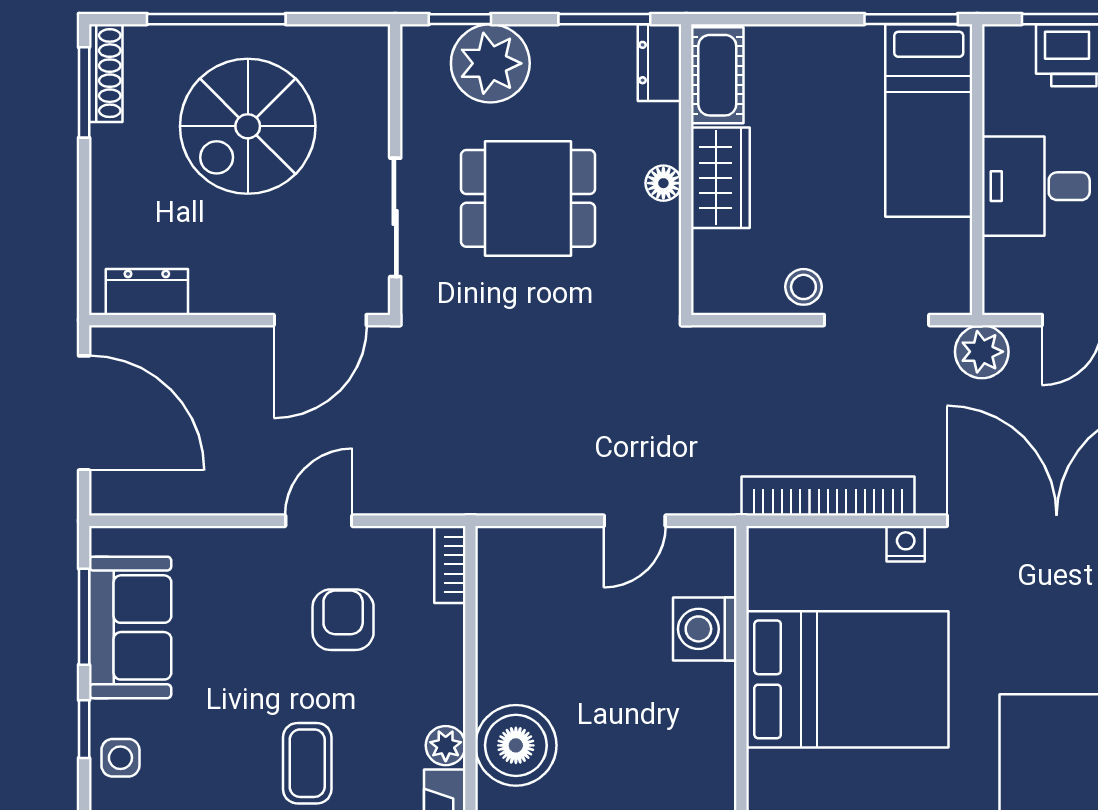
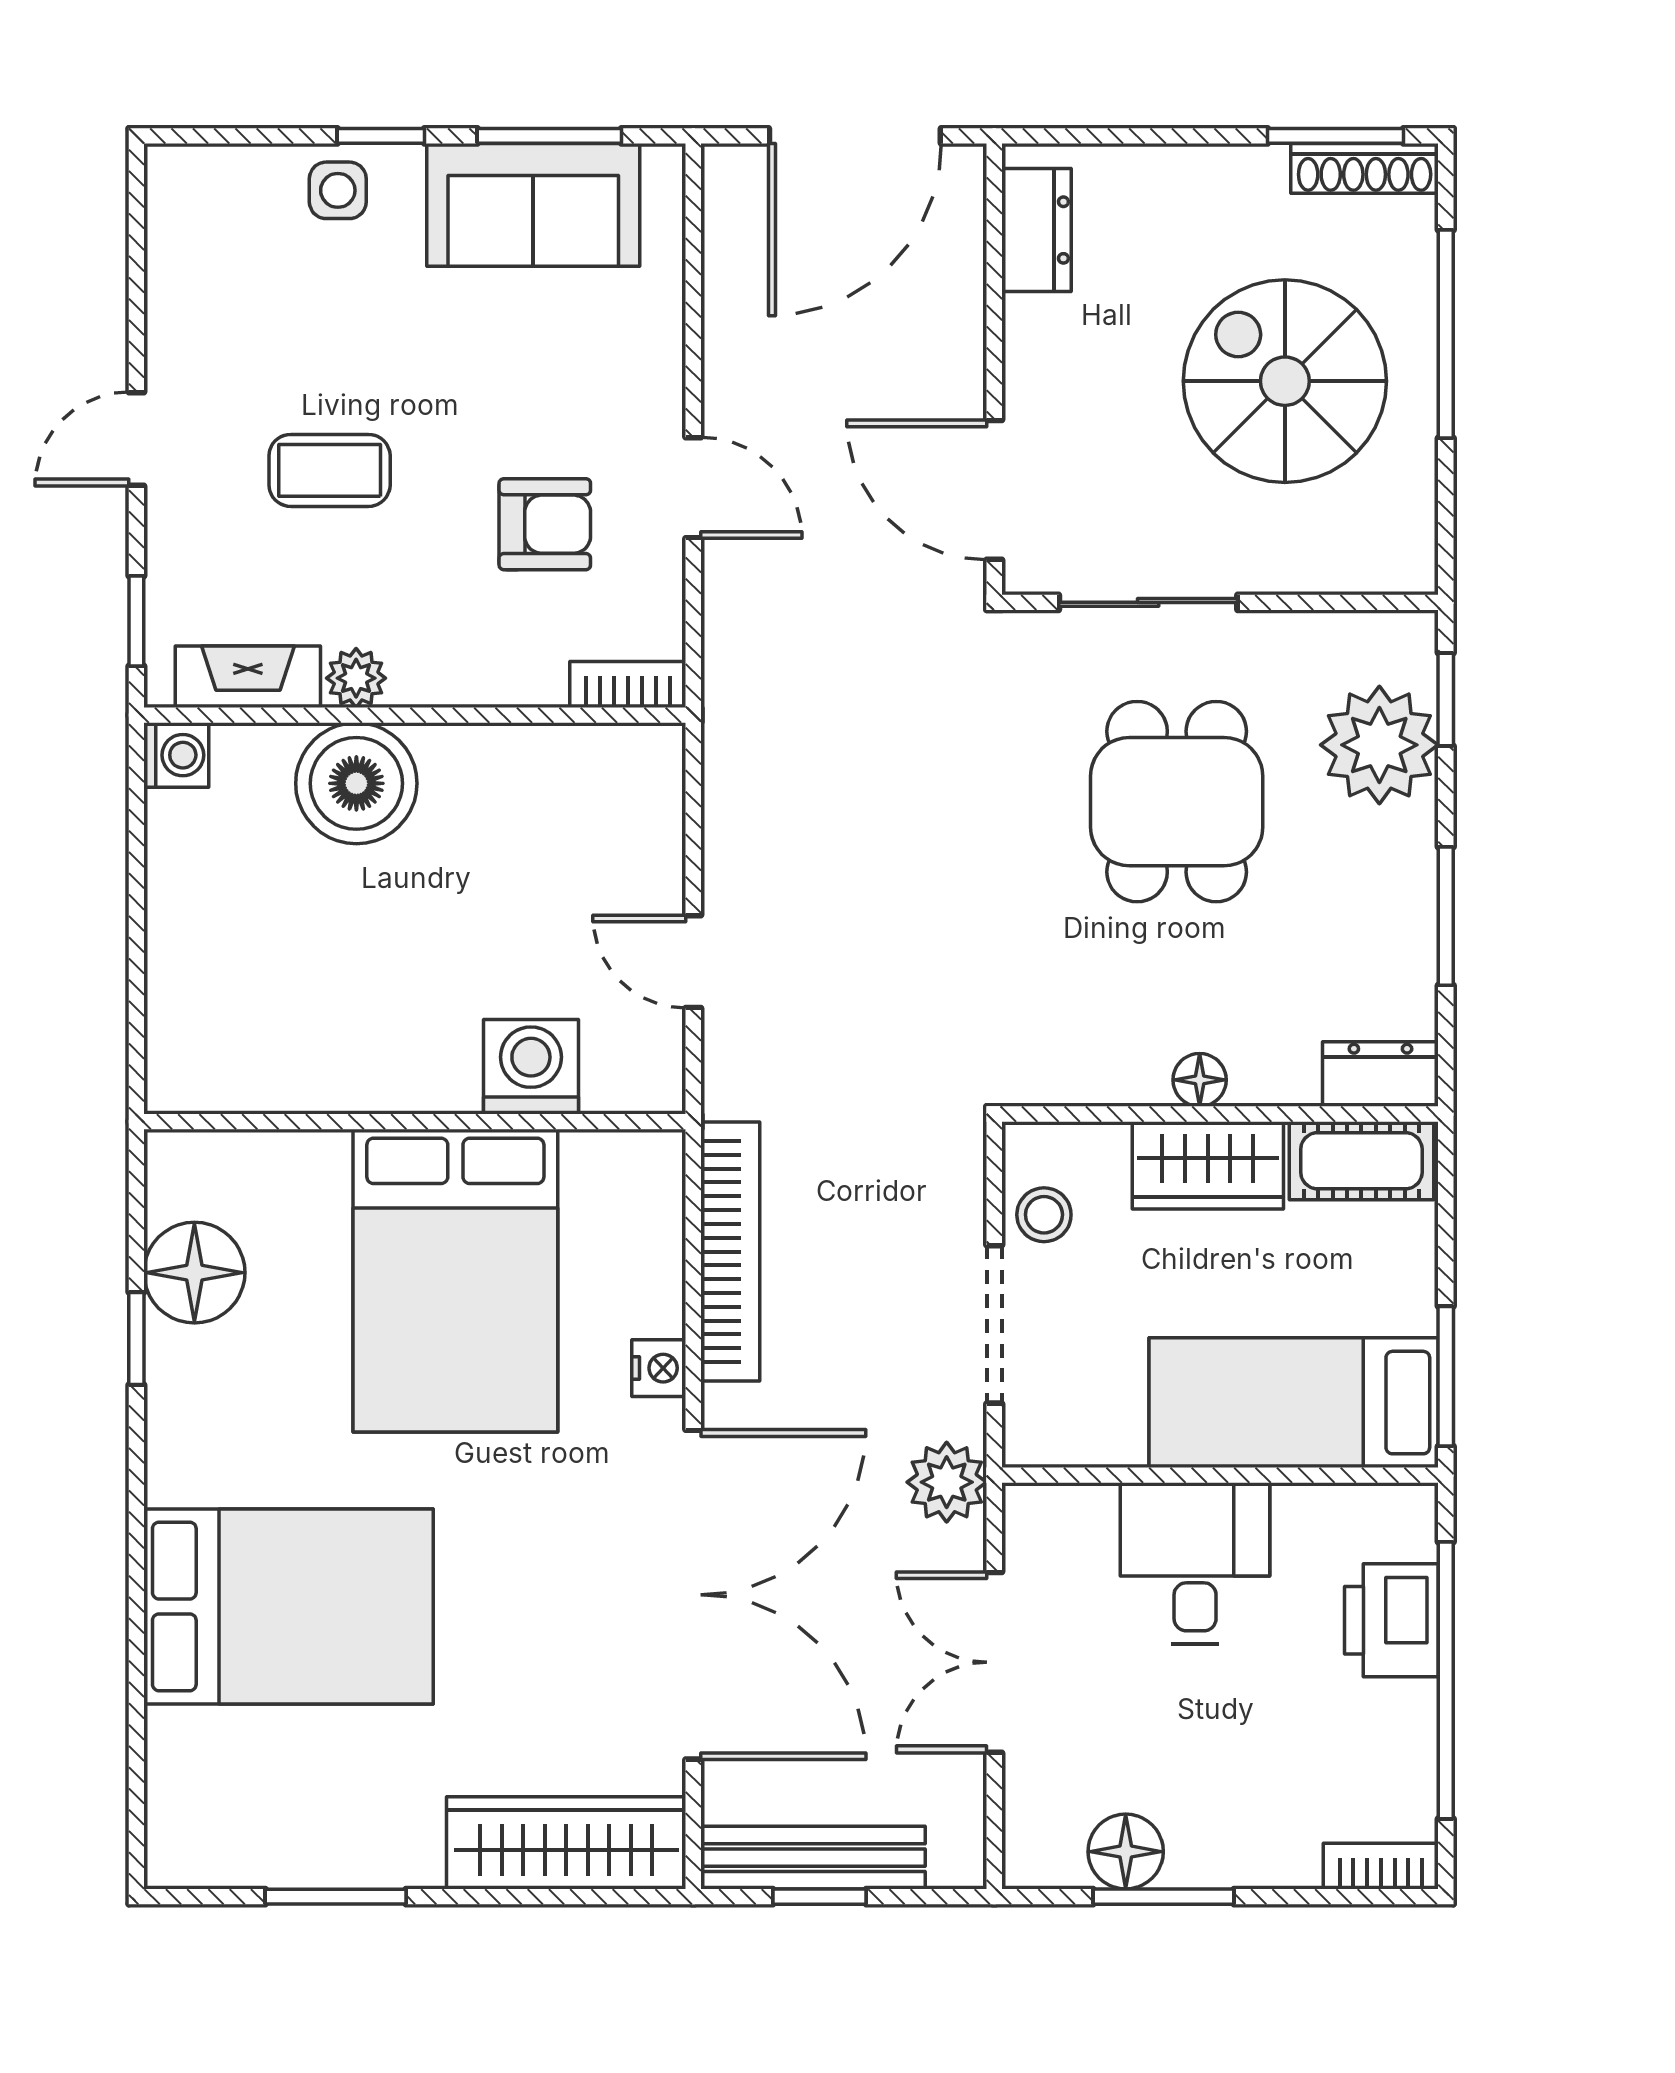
dresser: (659, 63) -> (1380, 1074), moved
cot: (717, 75) -> (1361, 1161), moved
wall: (686, 170) -> (1220, 1114), moved
wardrobe: (720, 178) -> (1208, 1165), moved
floor lamp: (663, 183) -> (1200, 1080), moved

